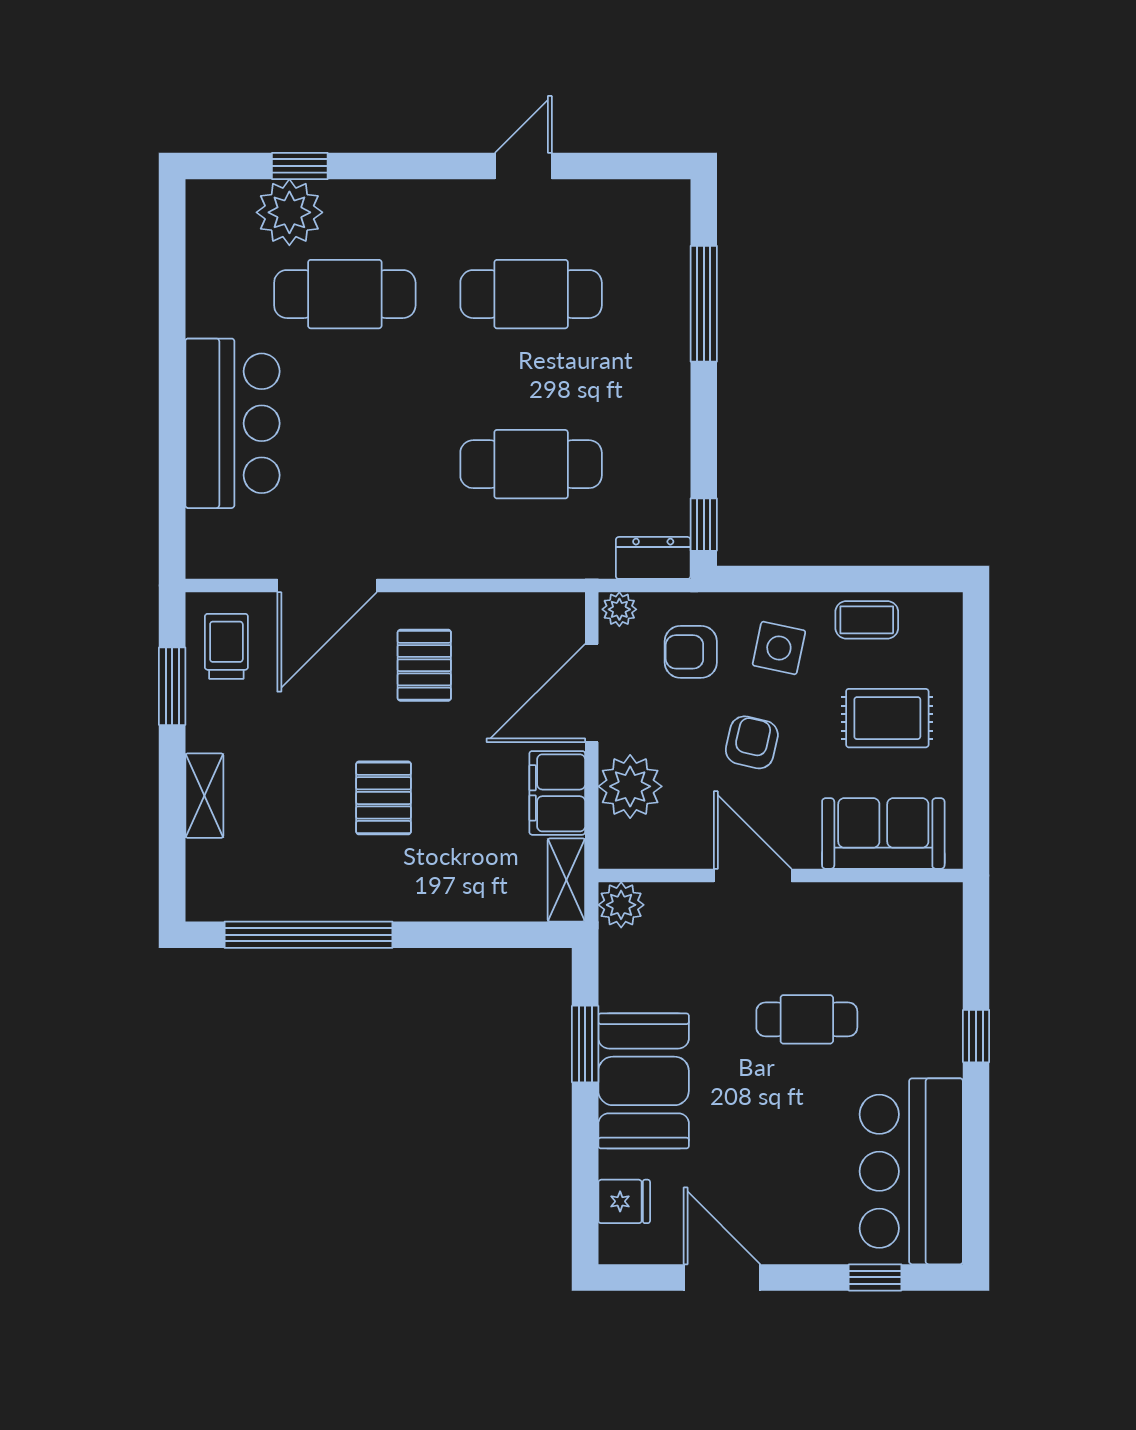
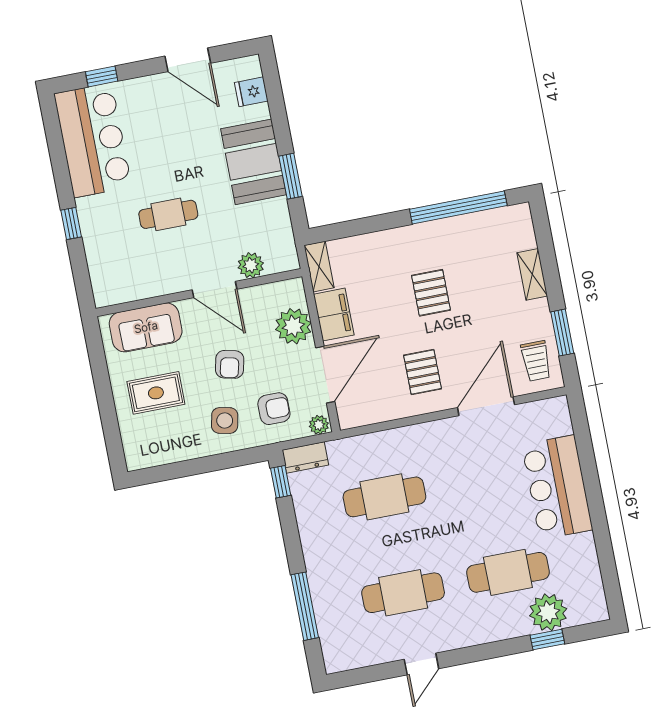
coffee table: (867, 620) -> (178, 446), removed
plant: (621, 905) -> (251, 265), moved

